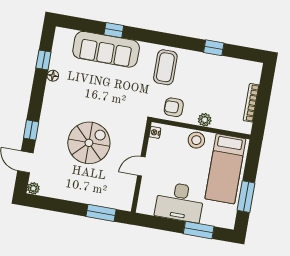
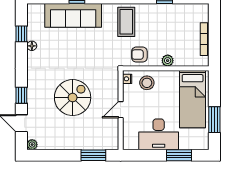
stool: (196, 140) -> (147, 83), moved

